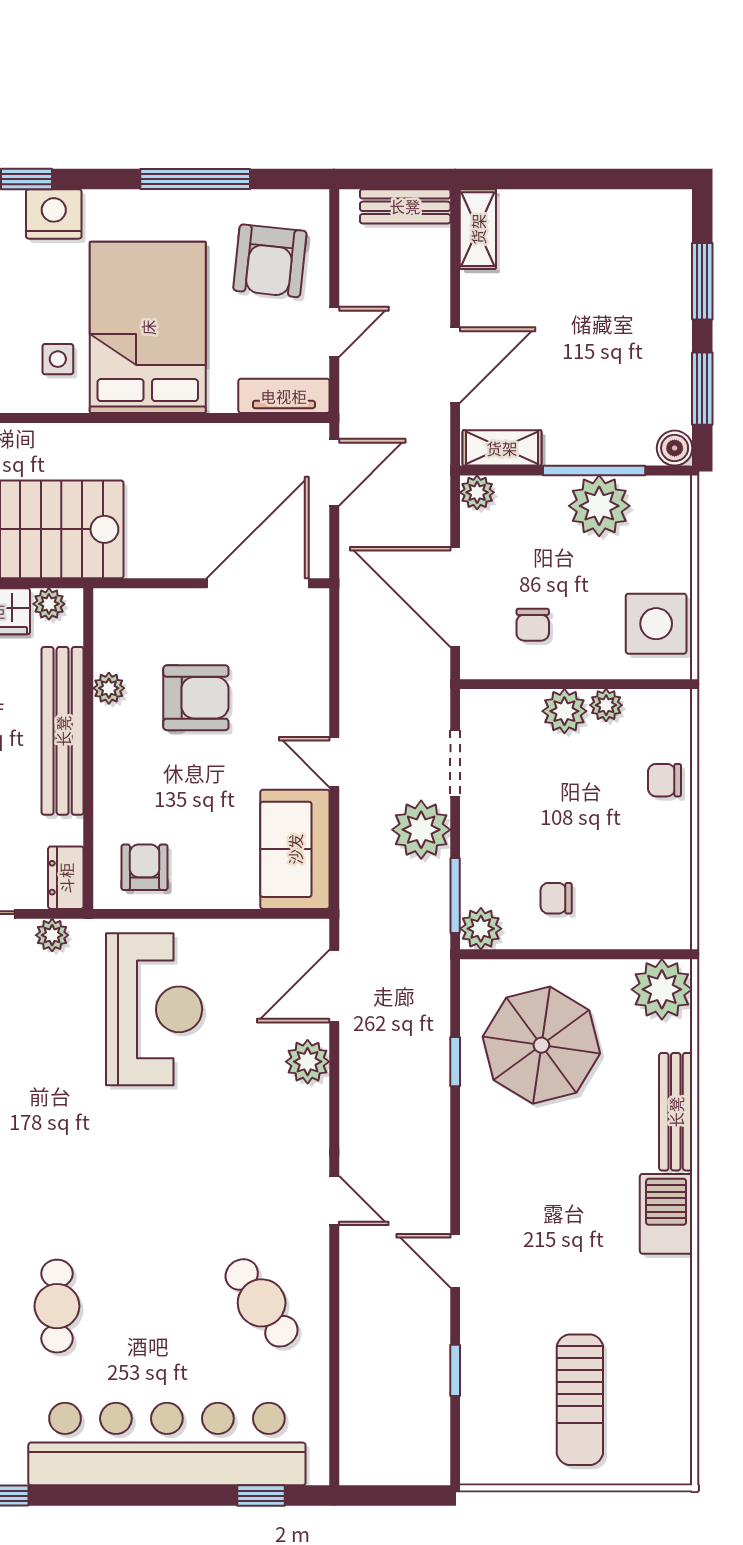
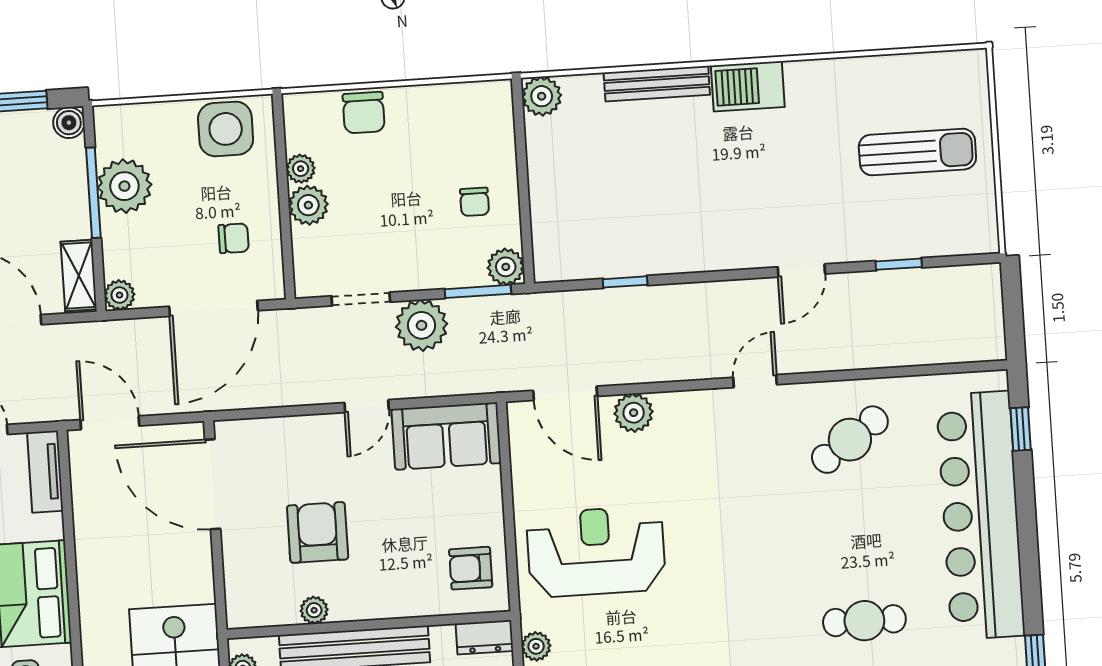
chair: (665, 780) -> (364, 113), width x1.37, depth x1.37
plant: (662, 989) -> (542, 96), width x0.73, depth x0.73
parasol: (541, 1045) -> (606, 206), removed

